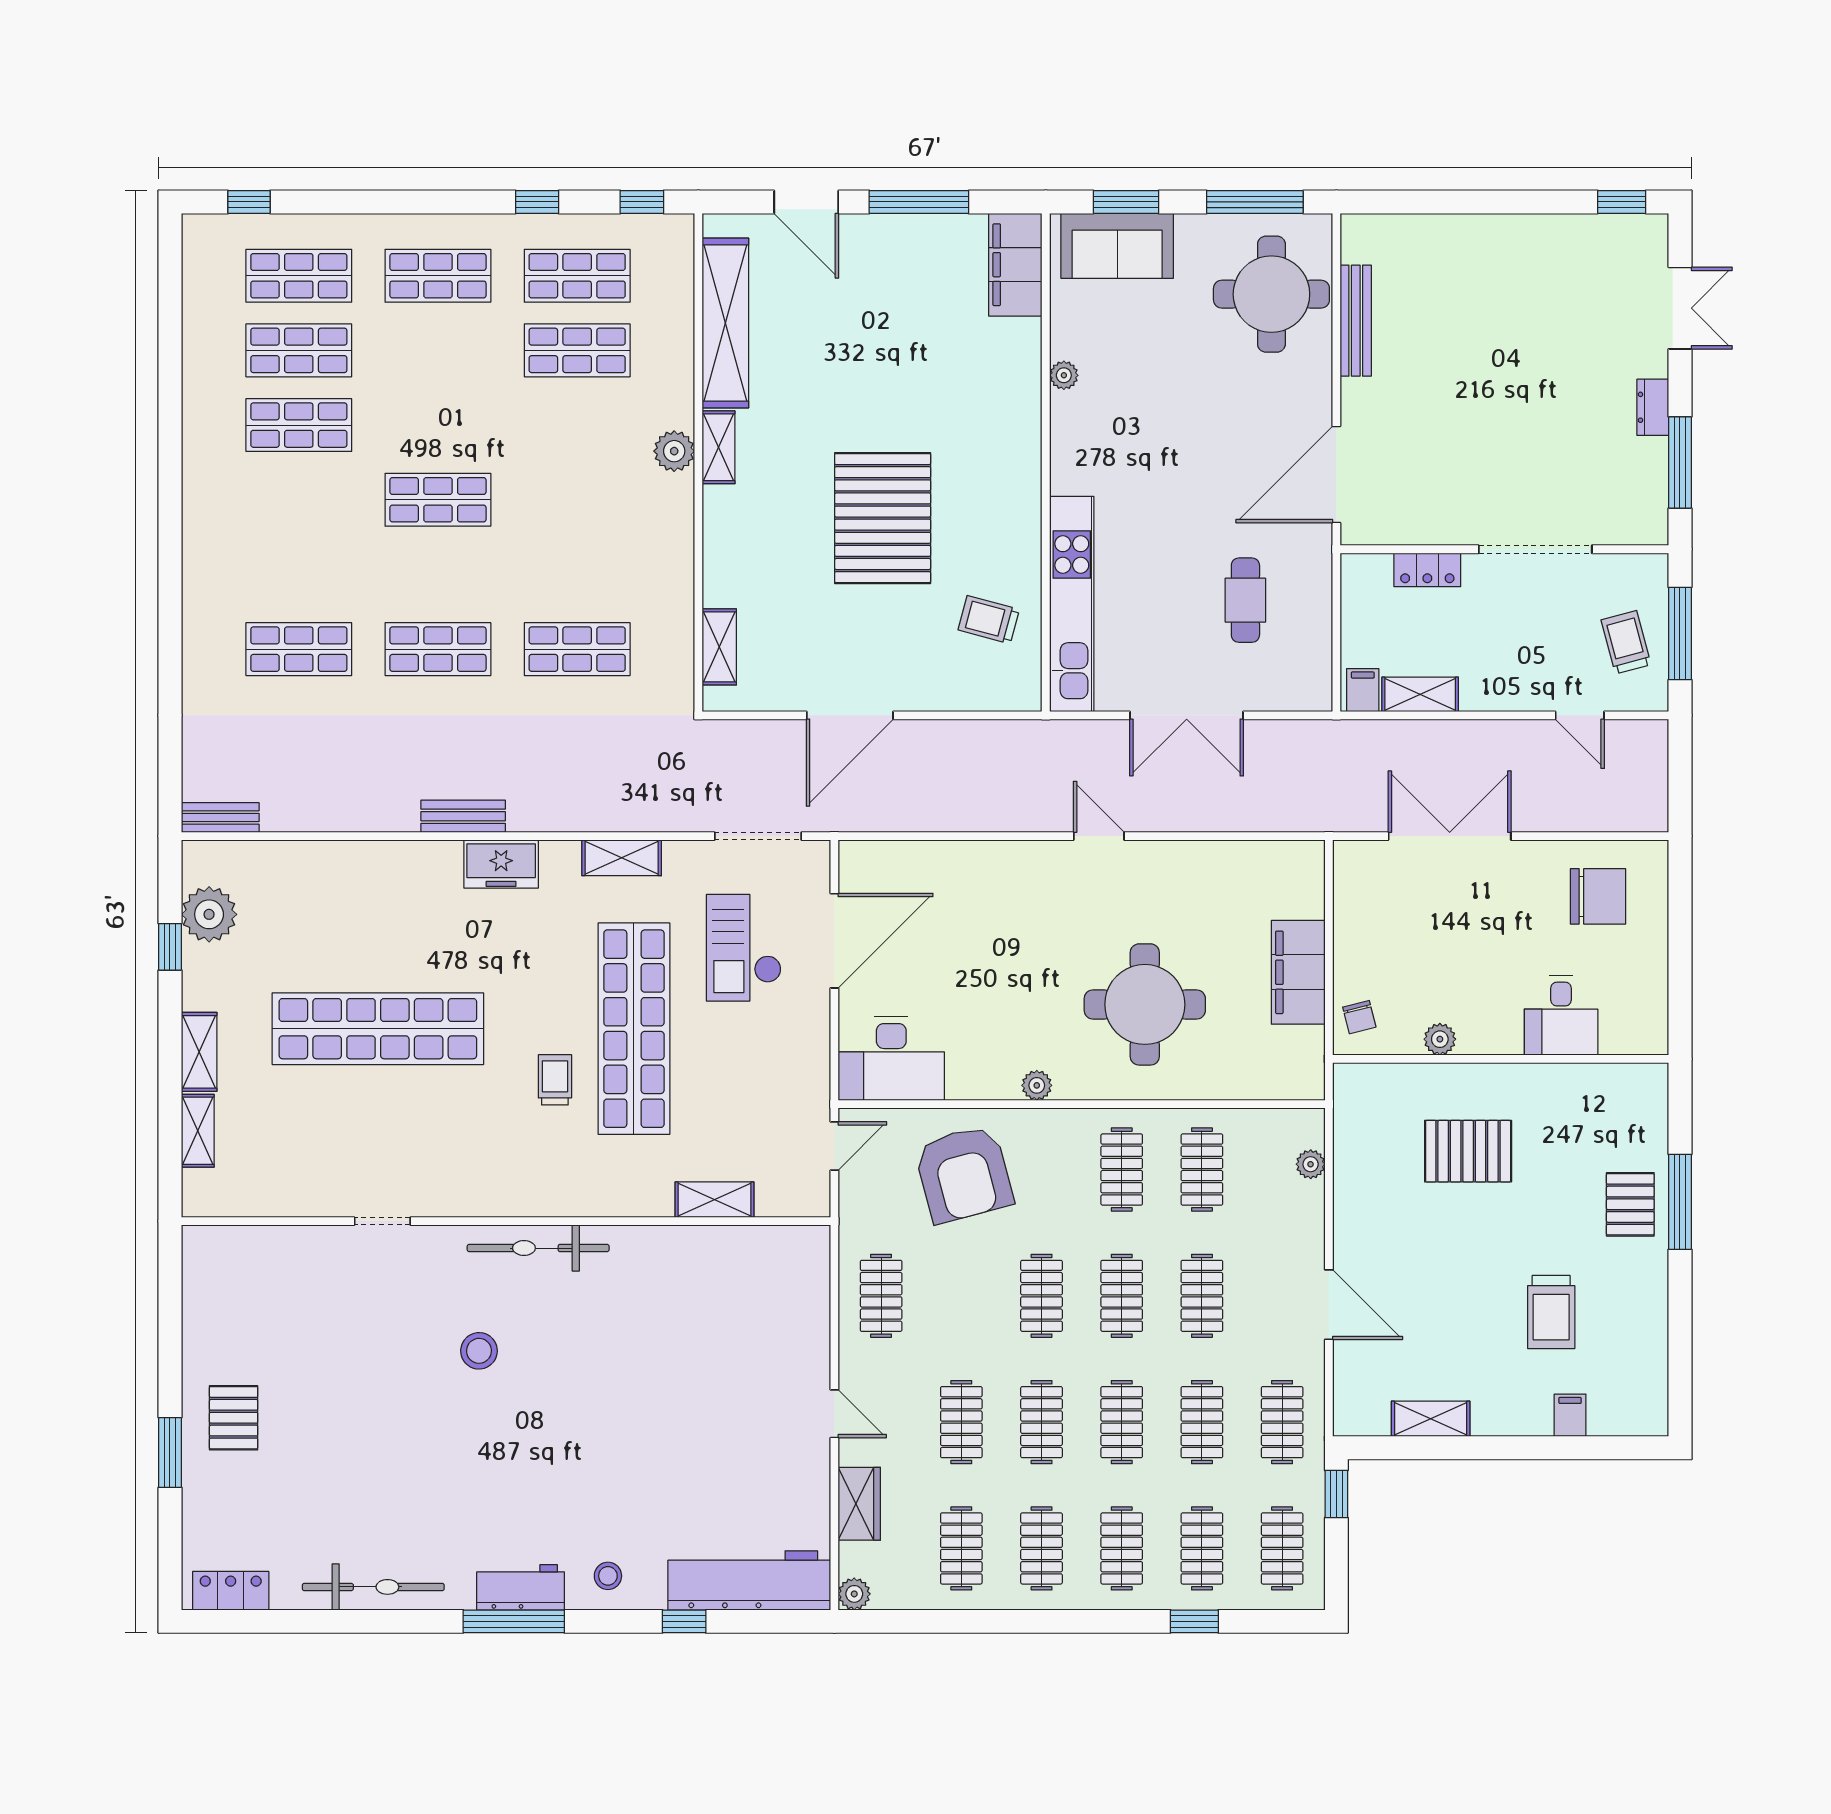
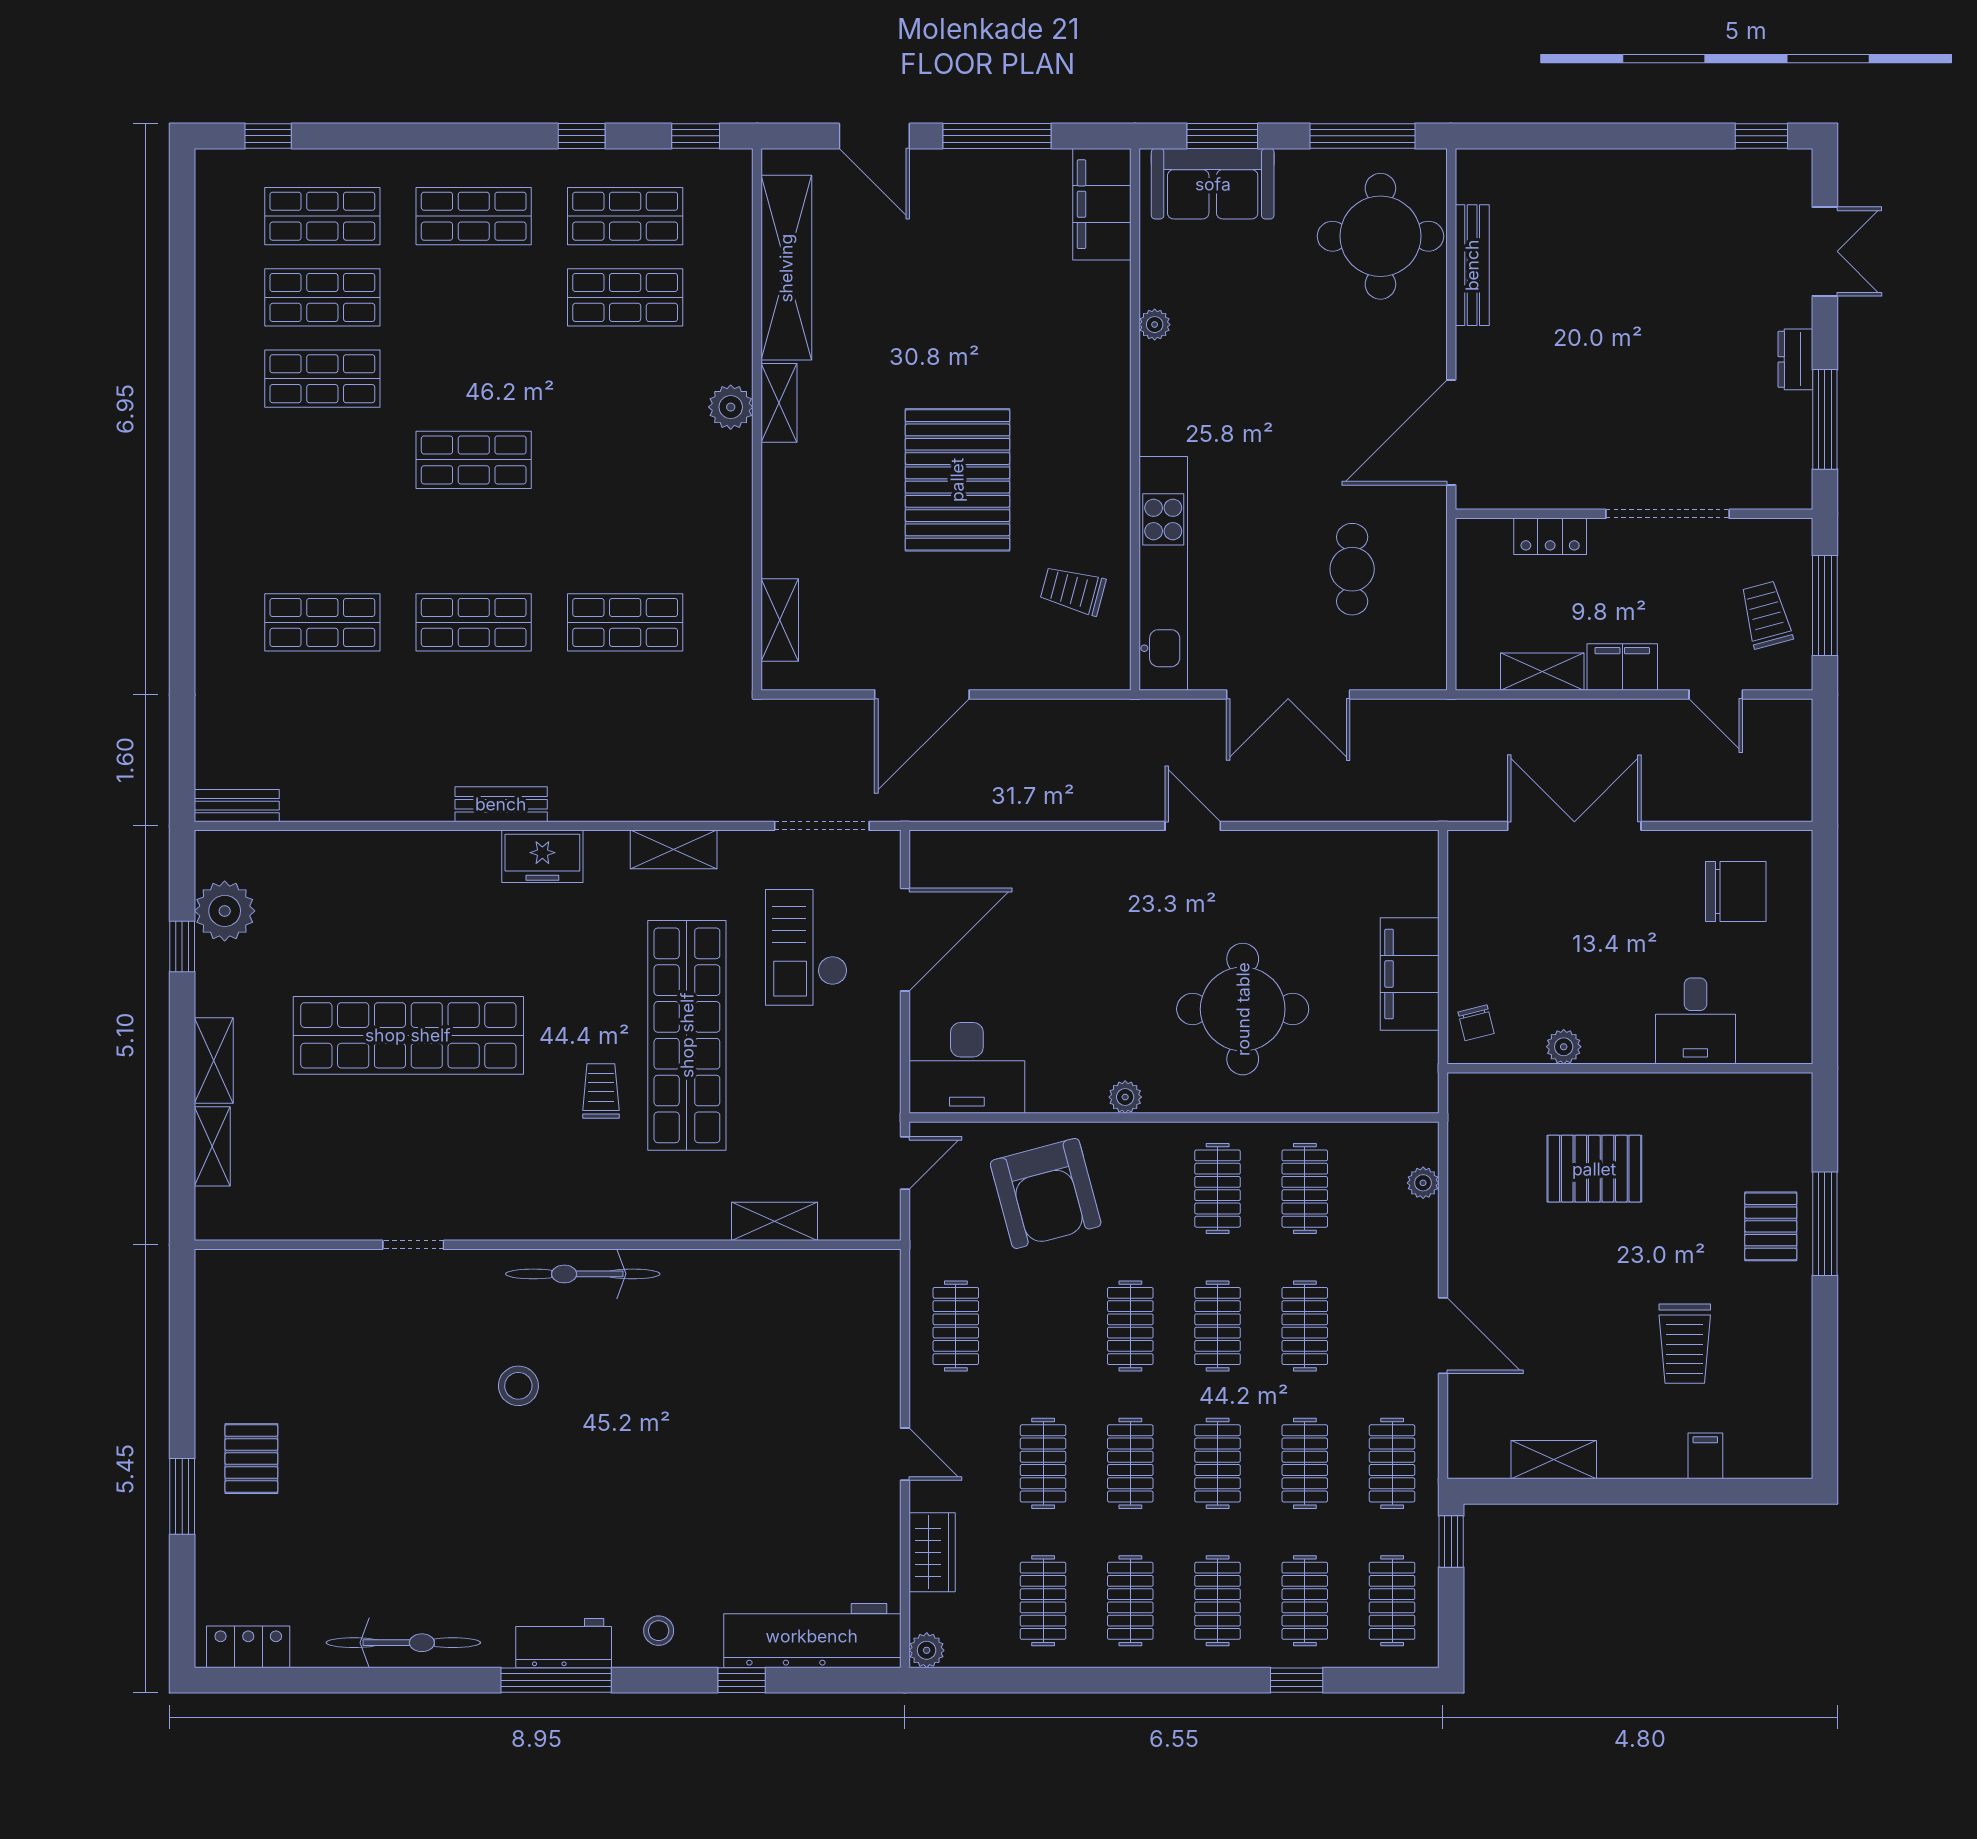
filing cabinet: (1363, 690) -> (1622, 667), moved, width x2.00

